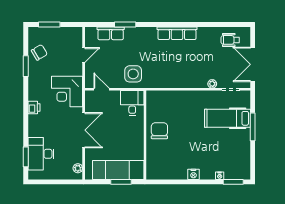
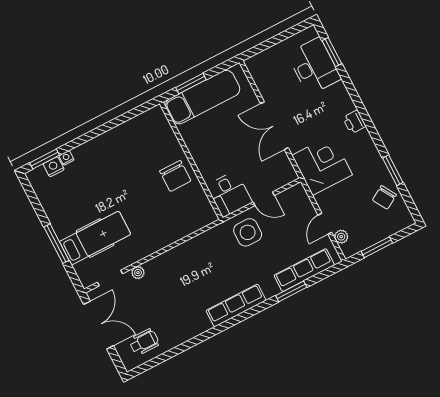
window: (49, 25) -> (377, 247), moved
row of seats: (111, 33) -> (304, 270), width x1.48
row of seats: (177, 33) -> (236, 305), moved
door: (101, 89) -> (264, 199), moved
plant: (78, 168) -> (341, 237), moved
nightstand: (193, 174) -> (54, 167), moved

